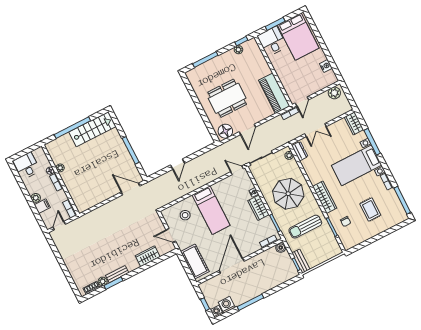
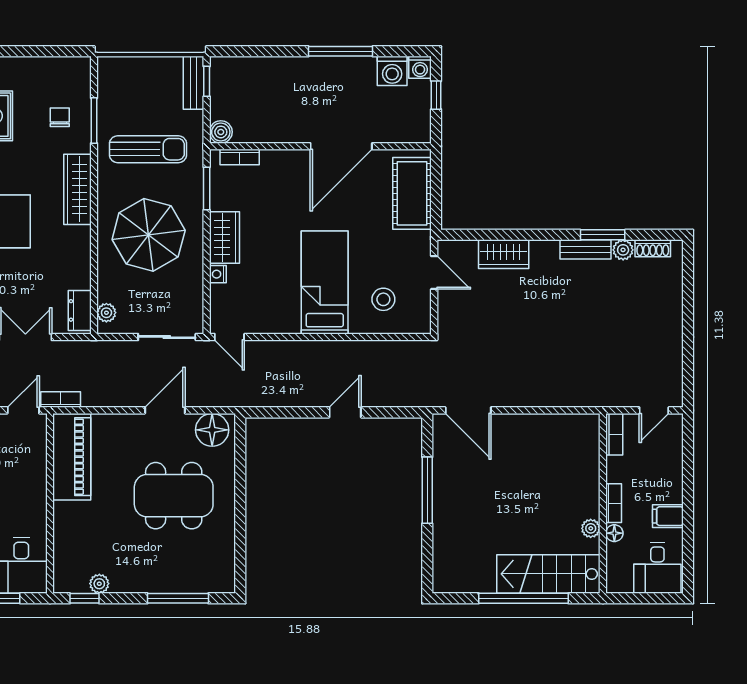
stairs: (92, 129) -> (548, 574), moved
plant: (36, 198) -> (673, 492), removed
filing cabinet: (42, 206) -> (668, 516), moved

